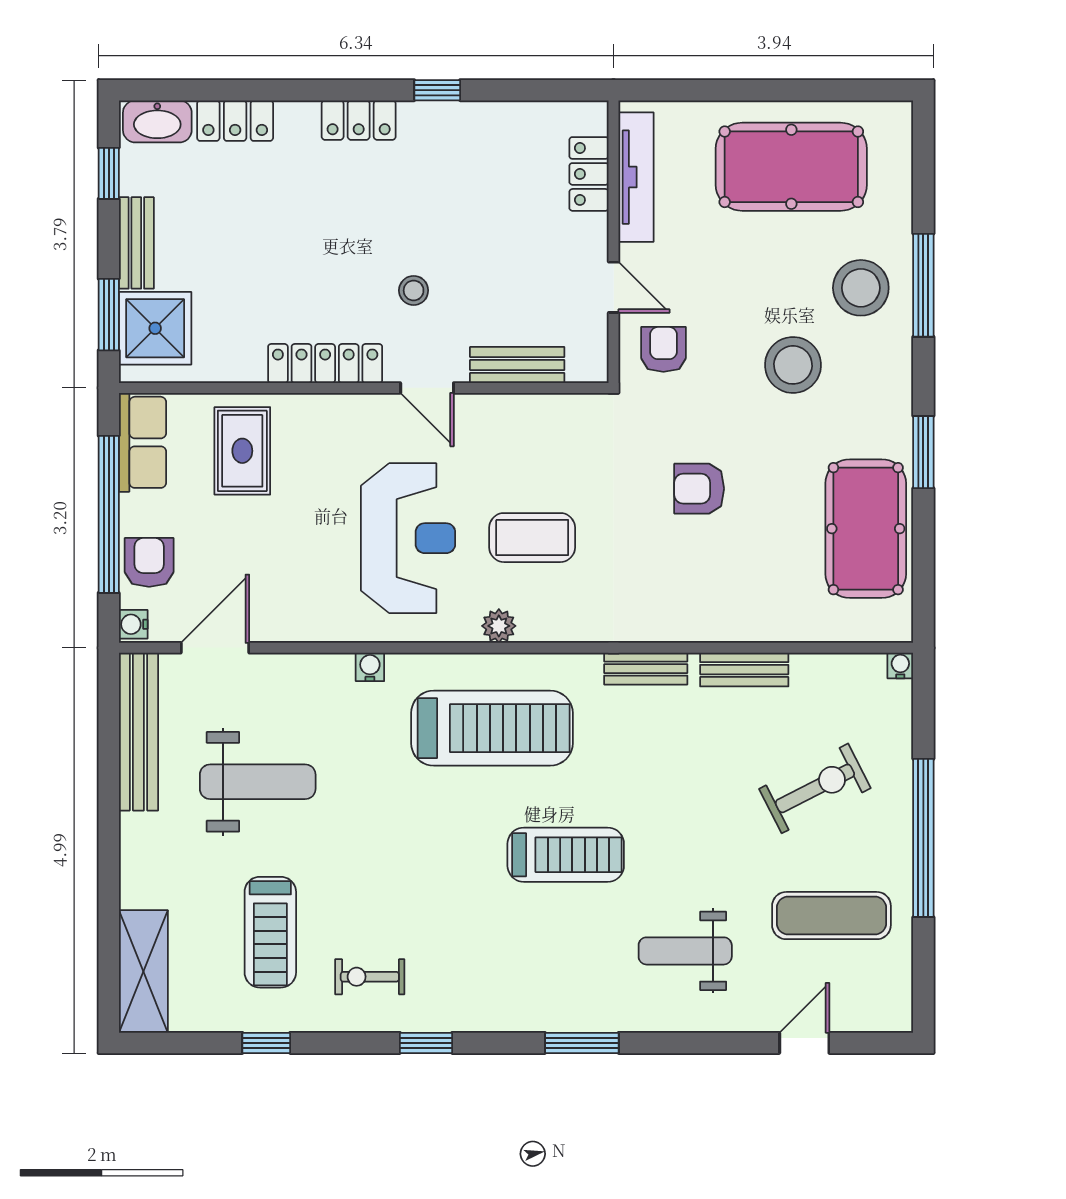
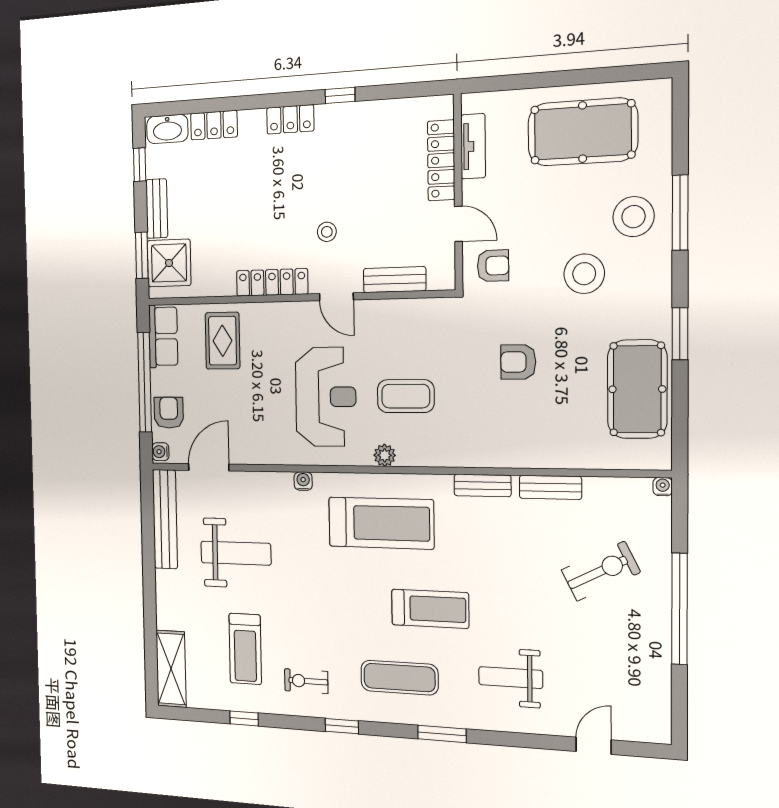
locker: (589, 174) -> (441, 160), width x1.53
tv unit: (636, 177) -> (473, 146), width x0.71
armchair: (663, 349) -> (493, 266), turned 90
exercise mat: (831, 916) -> (399, 678), moved

